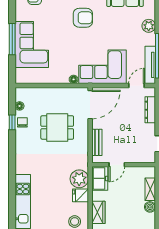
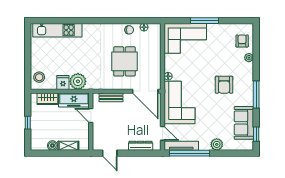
corner sofa: (32, 44) -> (185, 38), moved
window: (12, 122) -> (129, 21), removed
freezer: (100, 178) -> (74, 100), width x1.40

